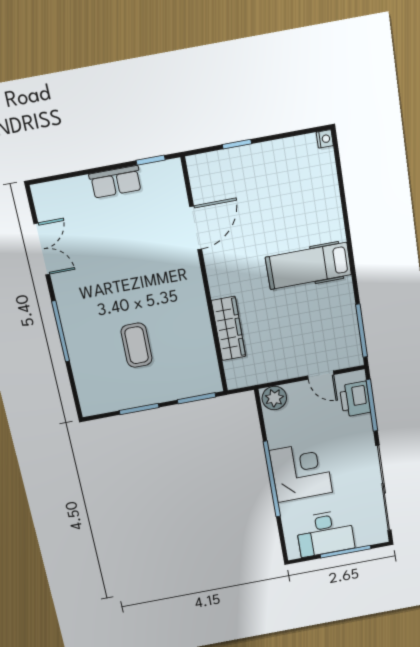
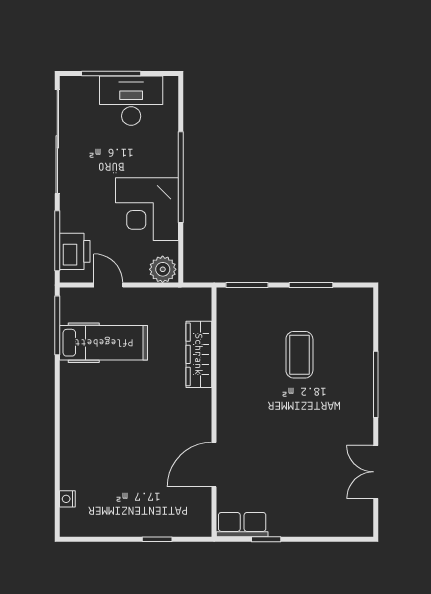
nightstand: (325, 139) -> (67, 499), moved
window: (151, 160) -> (266, 539), moved
row of seats: (116, 182) -> (242, 525), moved
hospital bed: (309, 266) -> (104, 343), moved
corner desk: (301, 472) -> (147, 209), moved

